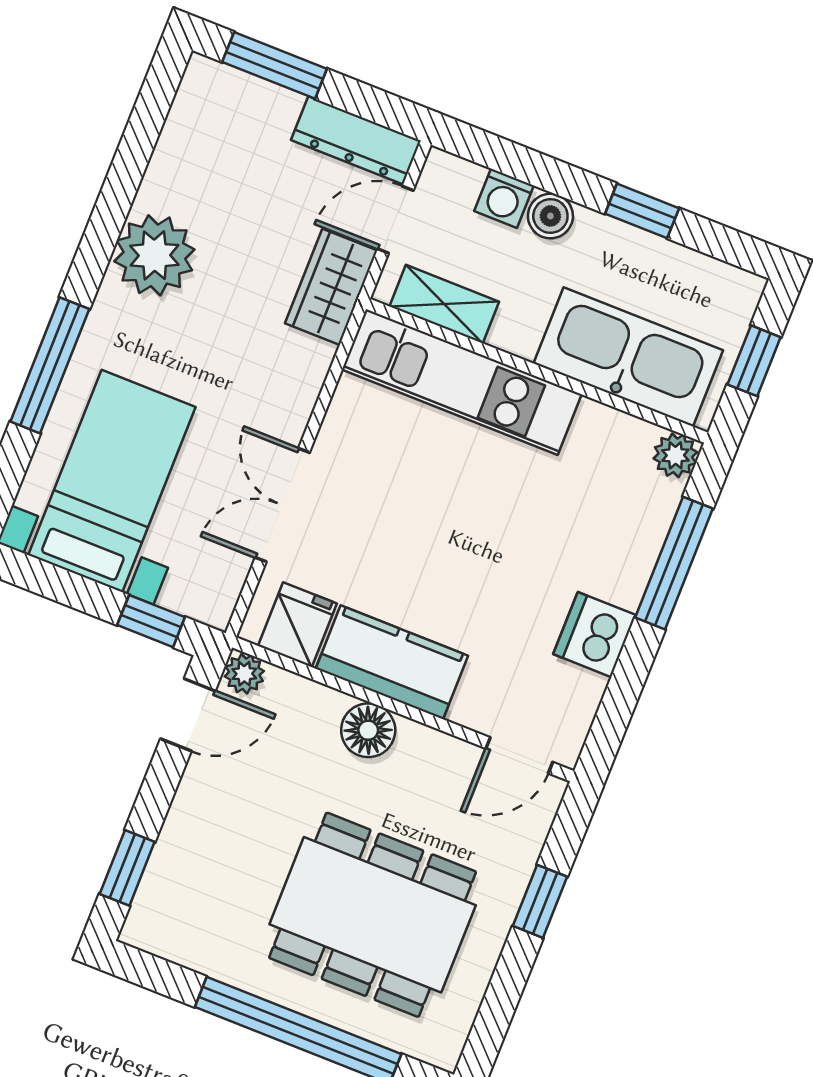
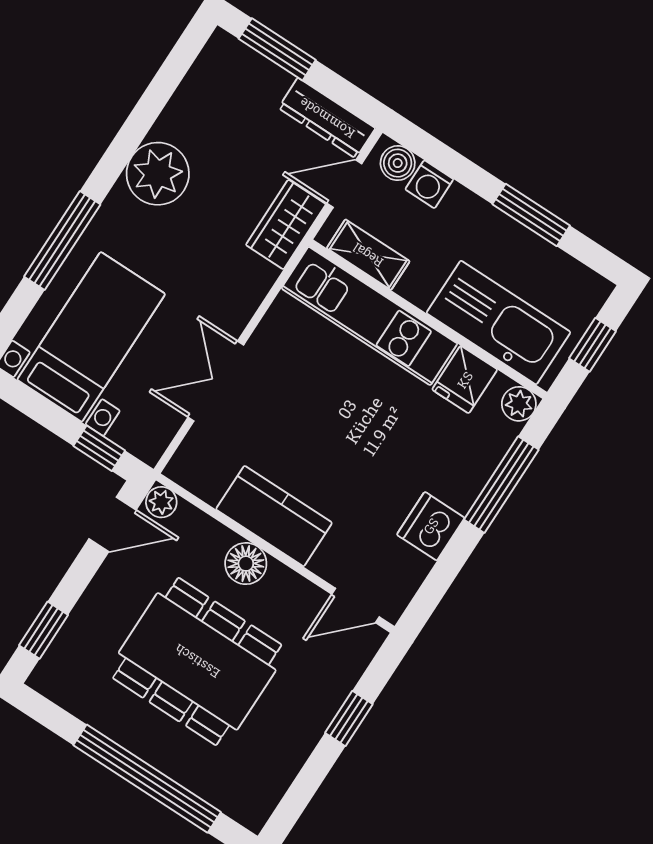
window: (642, 211) -> (531, 215), width x1.50
boiler: (550, 216) -> (398, 163), moved
fridge: (297, 625) -> (465, 380), moved, turned 180
dining table: (373, 915) -> (197, 661), moved

